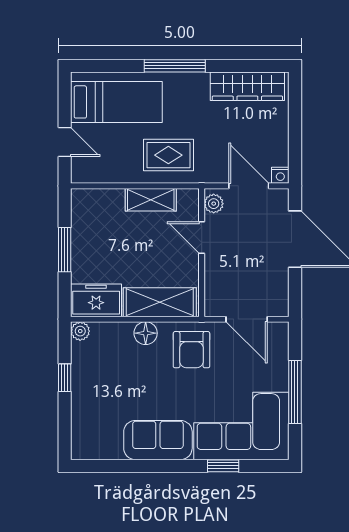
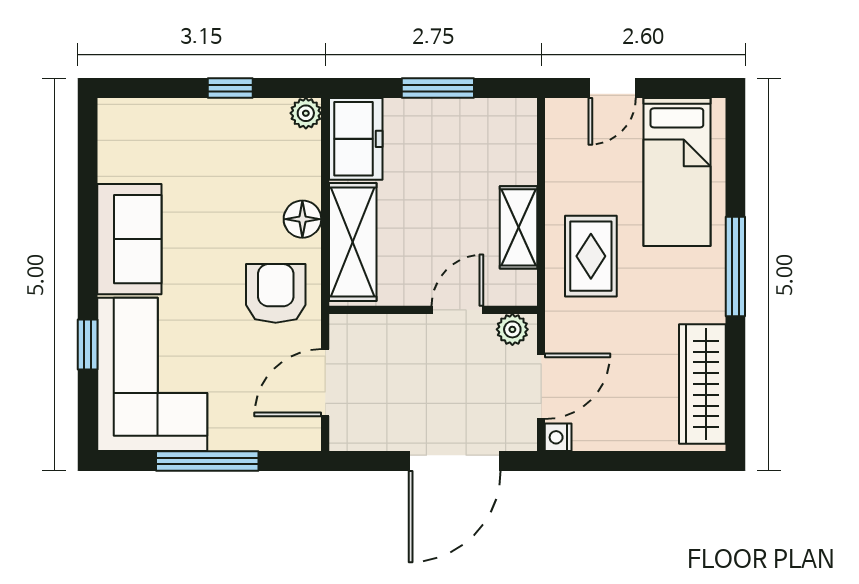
armchair: (191, 350) -> (276, 293), turned 90

